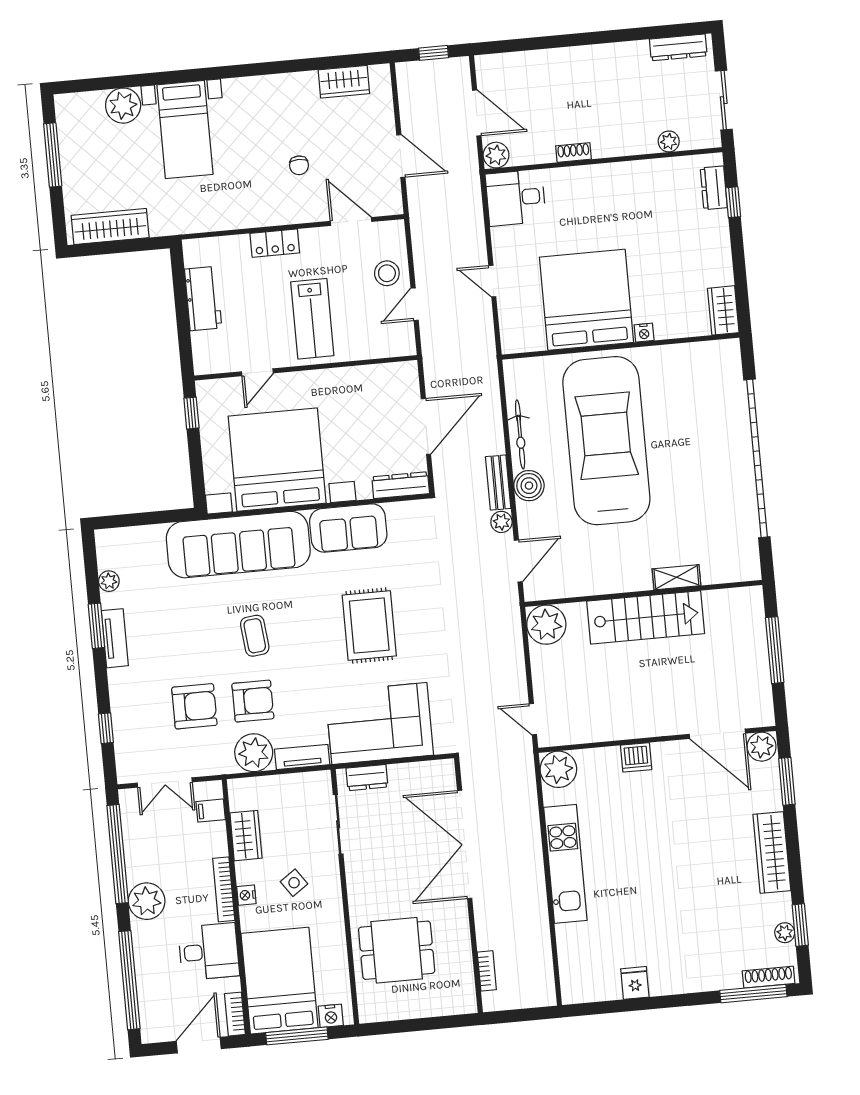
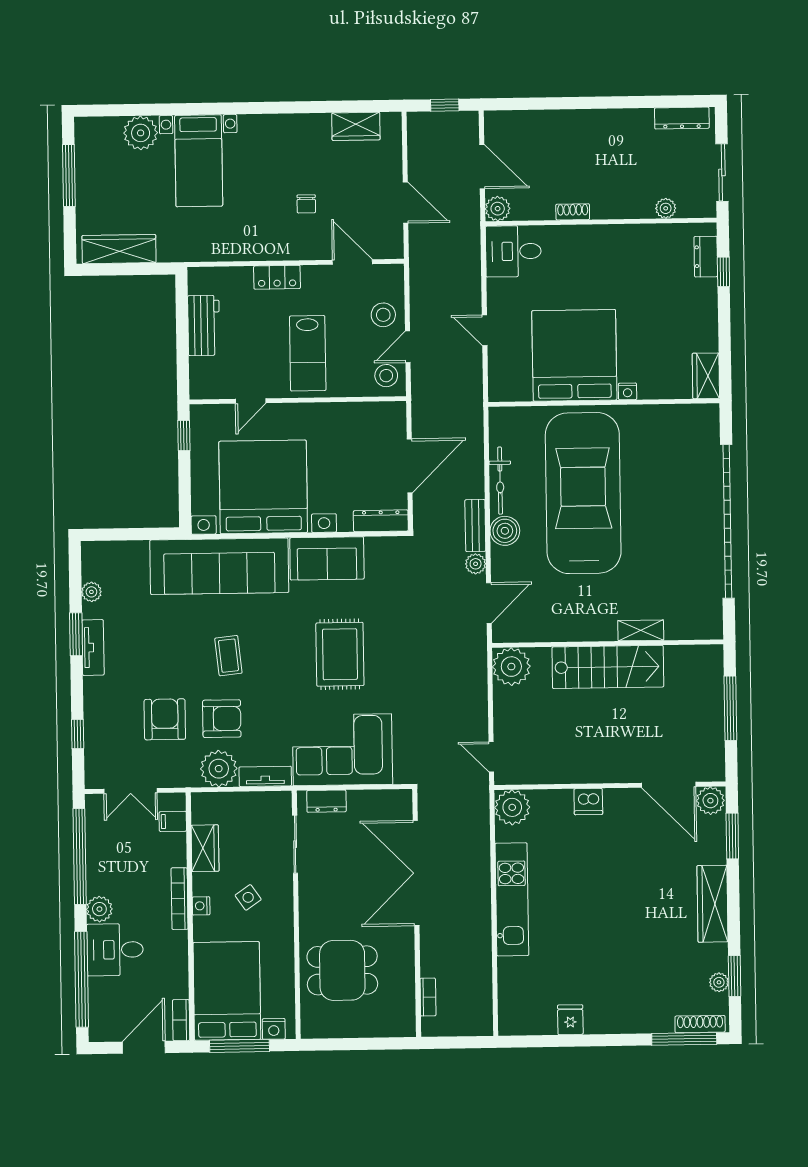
stool: (395, 336) -> (386, 376), added
armchair: (194, 706) -> (165, 719), turned -90
plant: (147, 901) -> (99, 909), width x0.73, depth x0.73
desk: (209, 952) -> (115, 950), moved, turned 180

